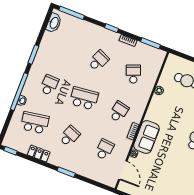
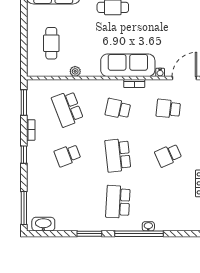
school desk: (99, 61) -> (67, 155), turned -45
school desk: (133, 74) -> (67, 109), width x1.85
school desk: (49, 85) -> (118, 202), width x1.85
school desk: (35, 123) -> (168, 202), removed
school desk: (70, 136) -> (168, 155), turned -45
sofa: (146, 137) -> (128, 65), width x1.36

